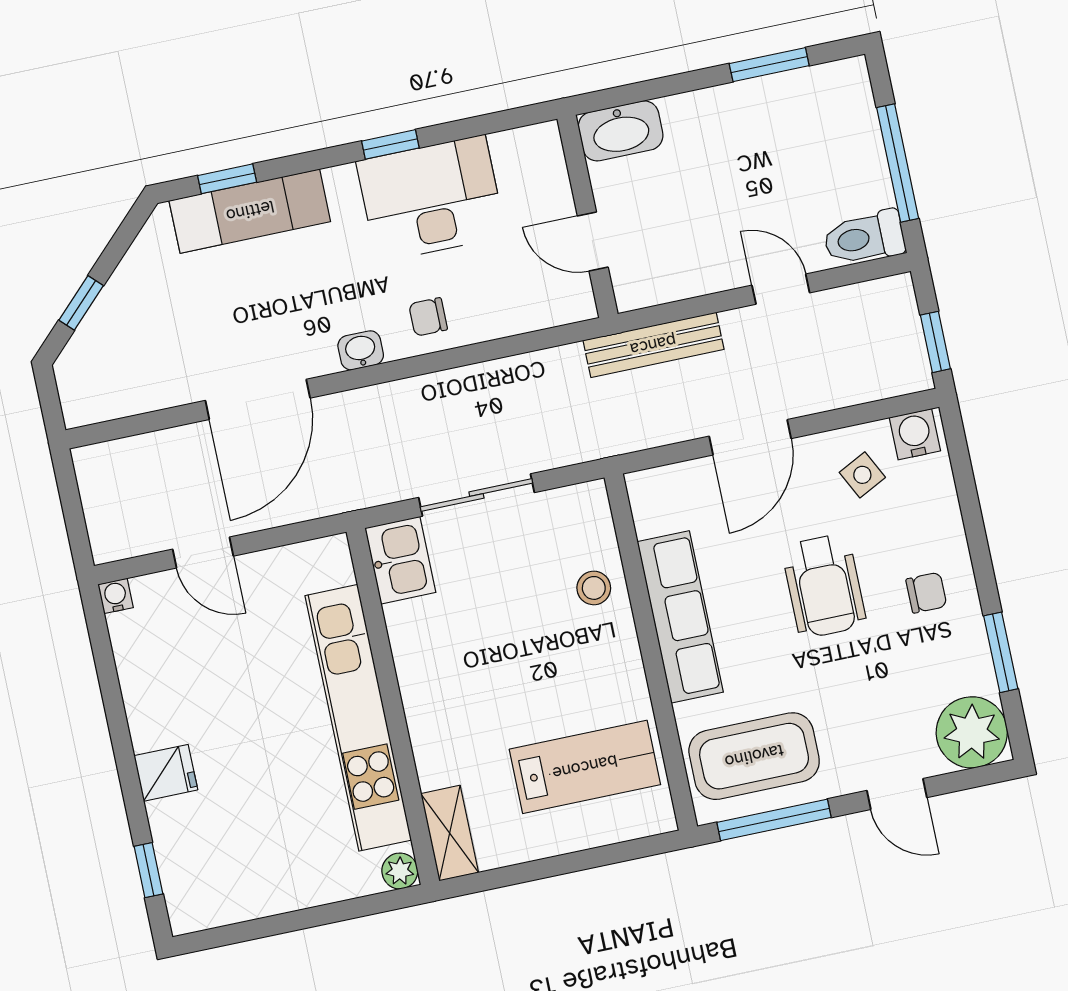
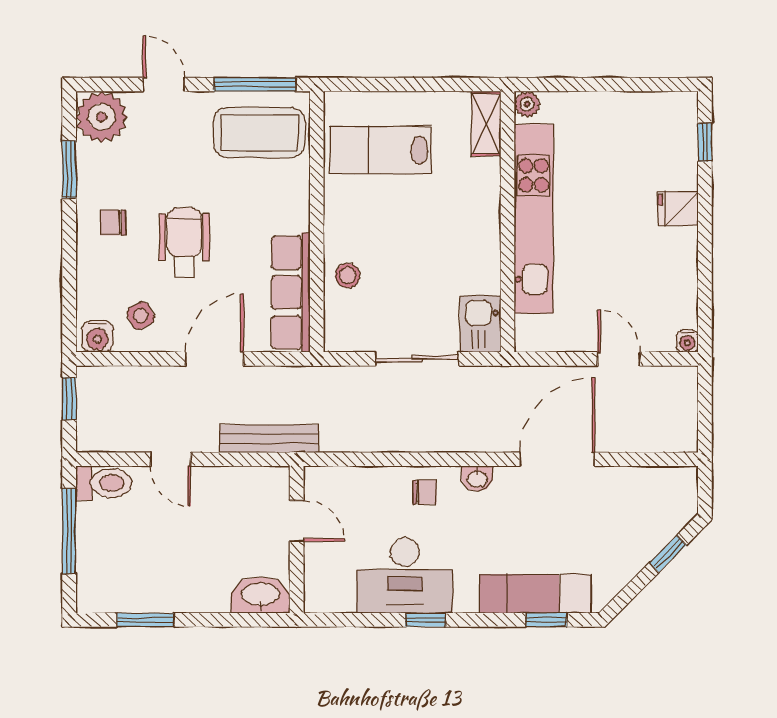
row of seats: (680, 617) -> (291, 292), moved

